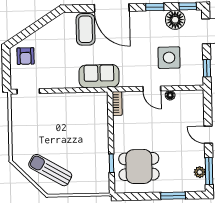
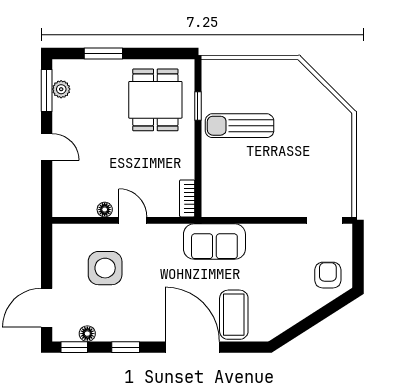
floor lamp: (175, 20) -> (87, 334), width x0.53, depth x0.53
window: (207, 68) -> (47, 250), removed
dining table: (139, 167) -> (155, 100), turned 90
sun lounger: (50, 170) -> (240, 126), moved, turned 150

